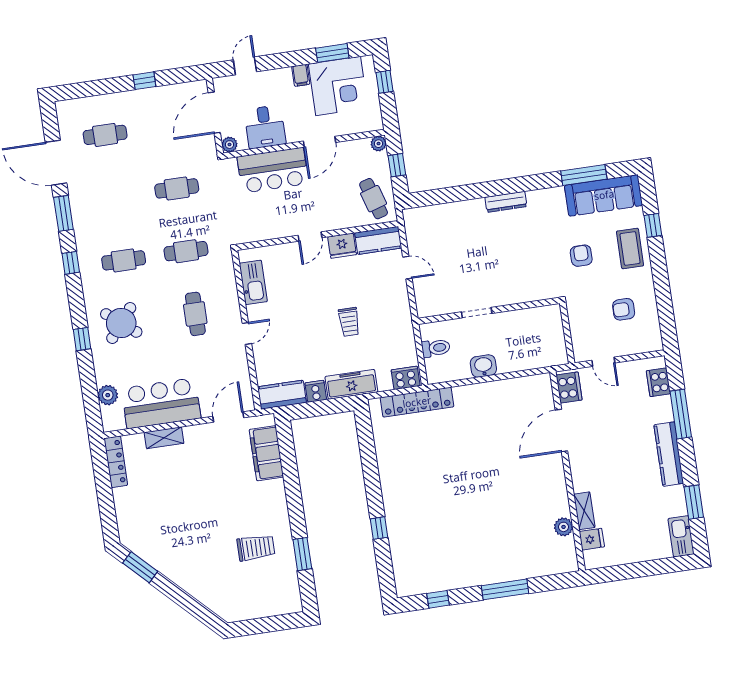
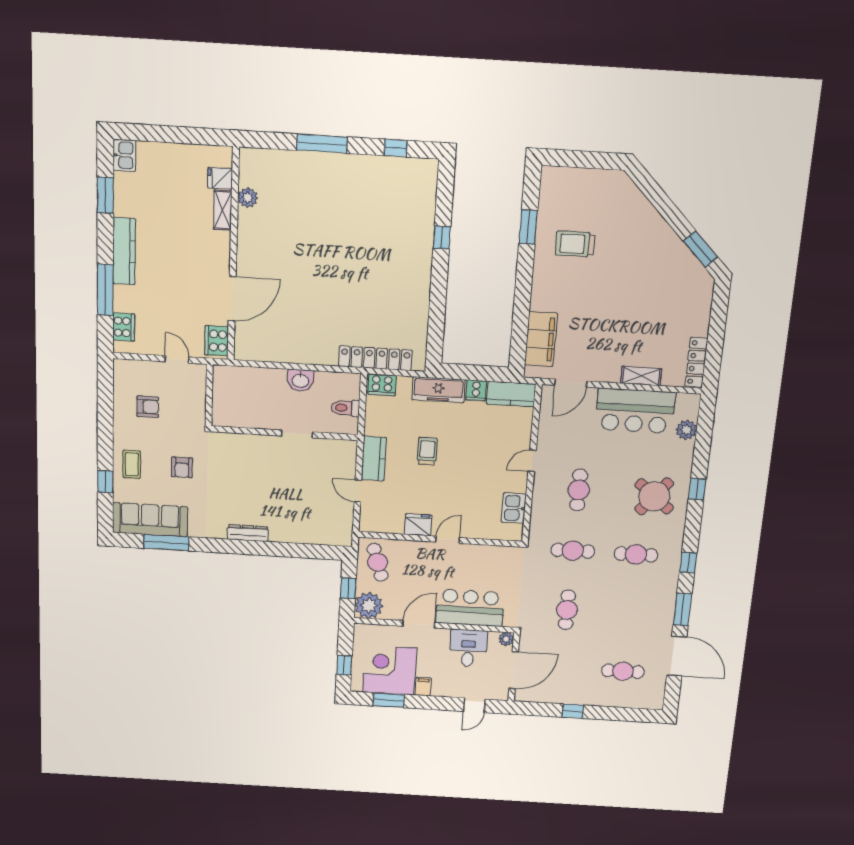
plant: (379, 144) -> (369, 605), width x1.88, depth x1.88
cafe table: (177, 188) -> (567, 610), turned 90
kitchen counter: (378, 240) -> (374, 458), moved, turned 90
coffee table: (630, 248) -> (132, 464), width x0.73, depth x0.77
kitchen sink: (253, 282) -> (514, 508), width x0.73
kitchen sink: (681, 536) -> (124, 155), width x0.73

